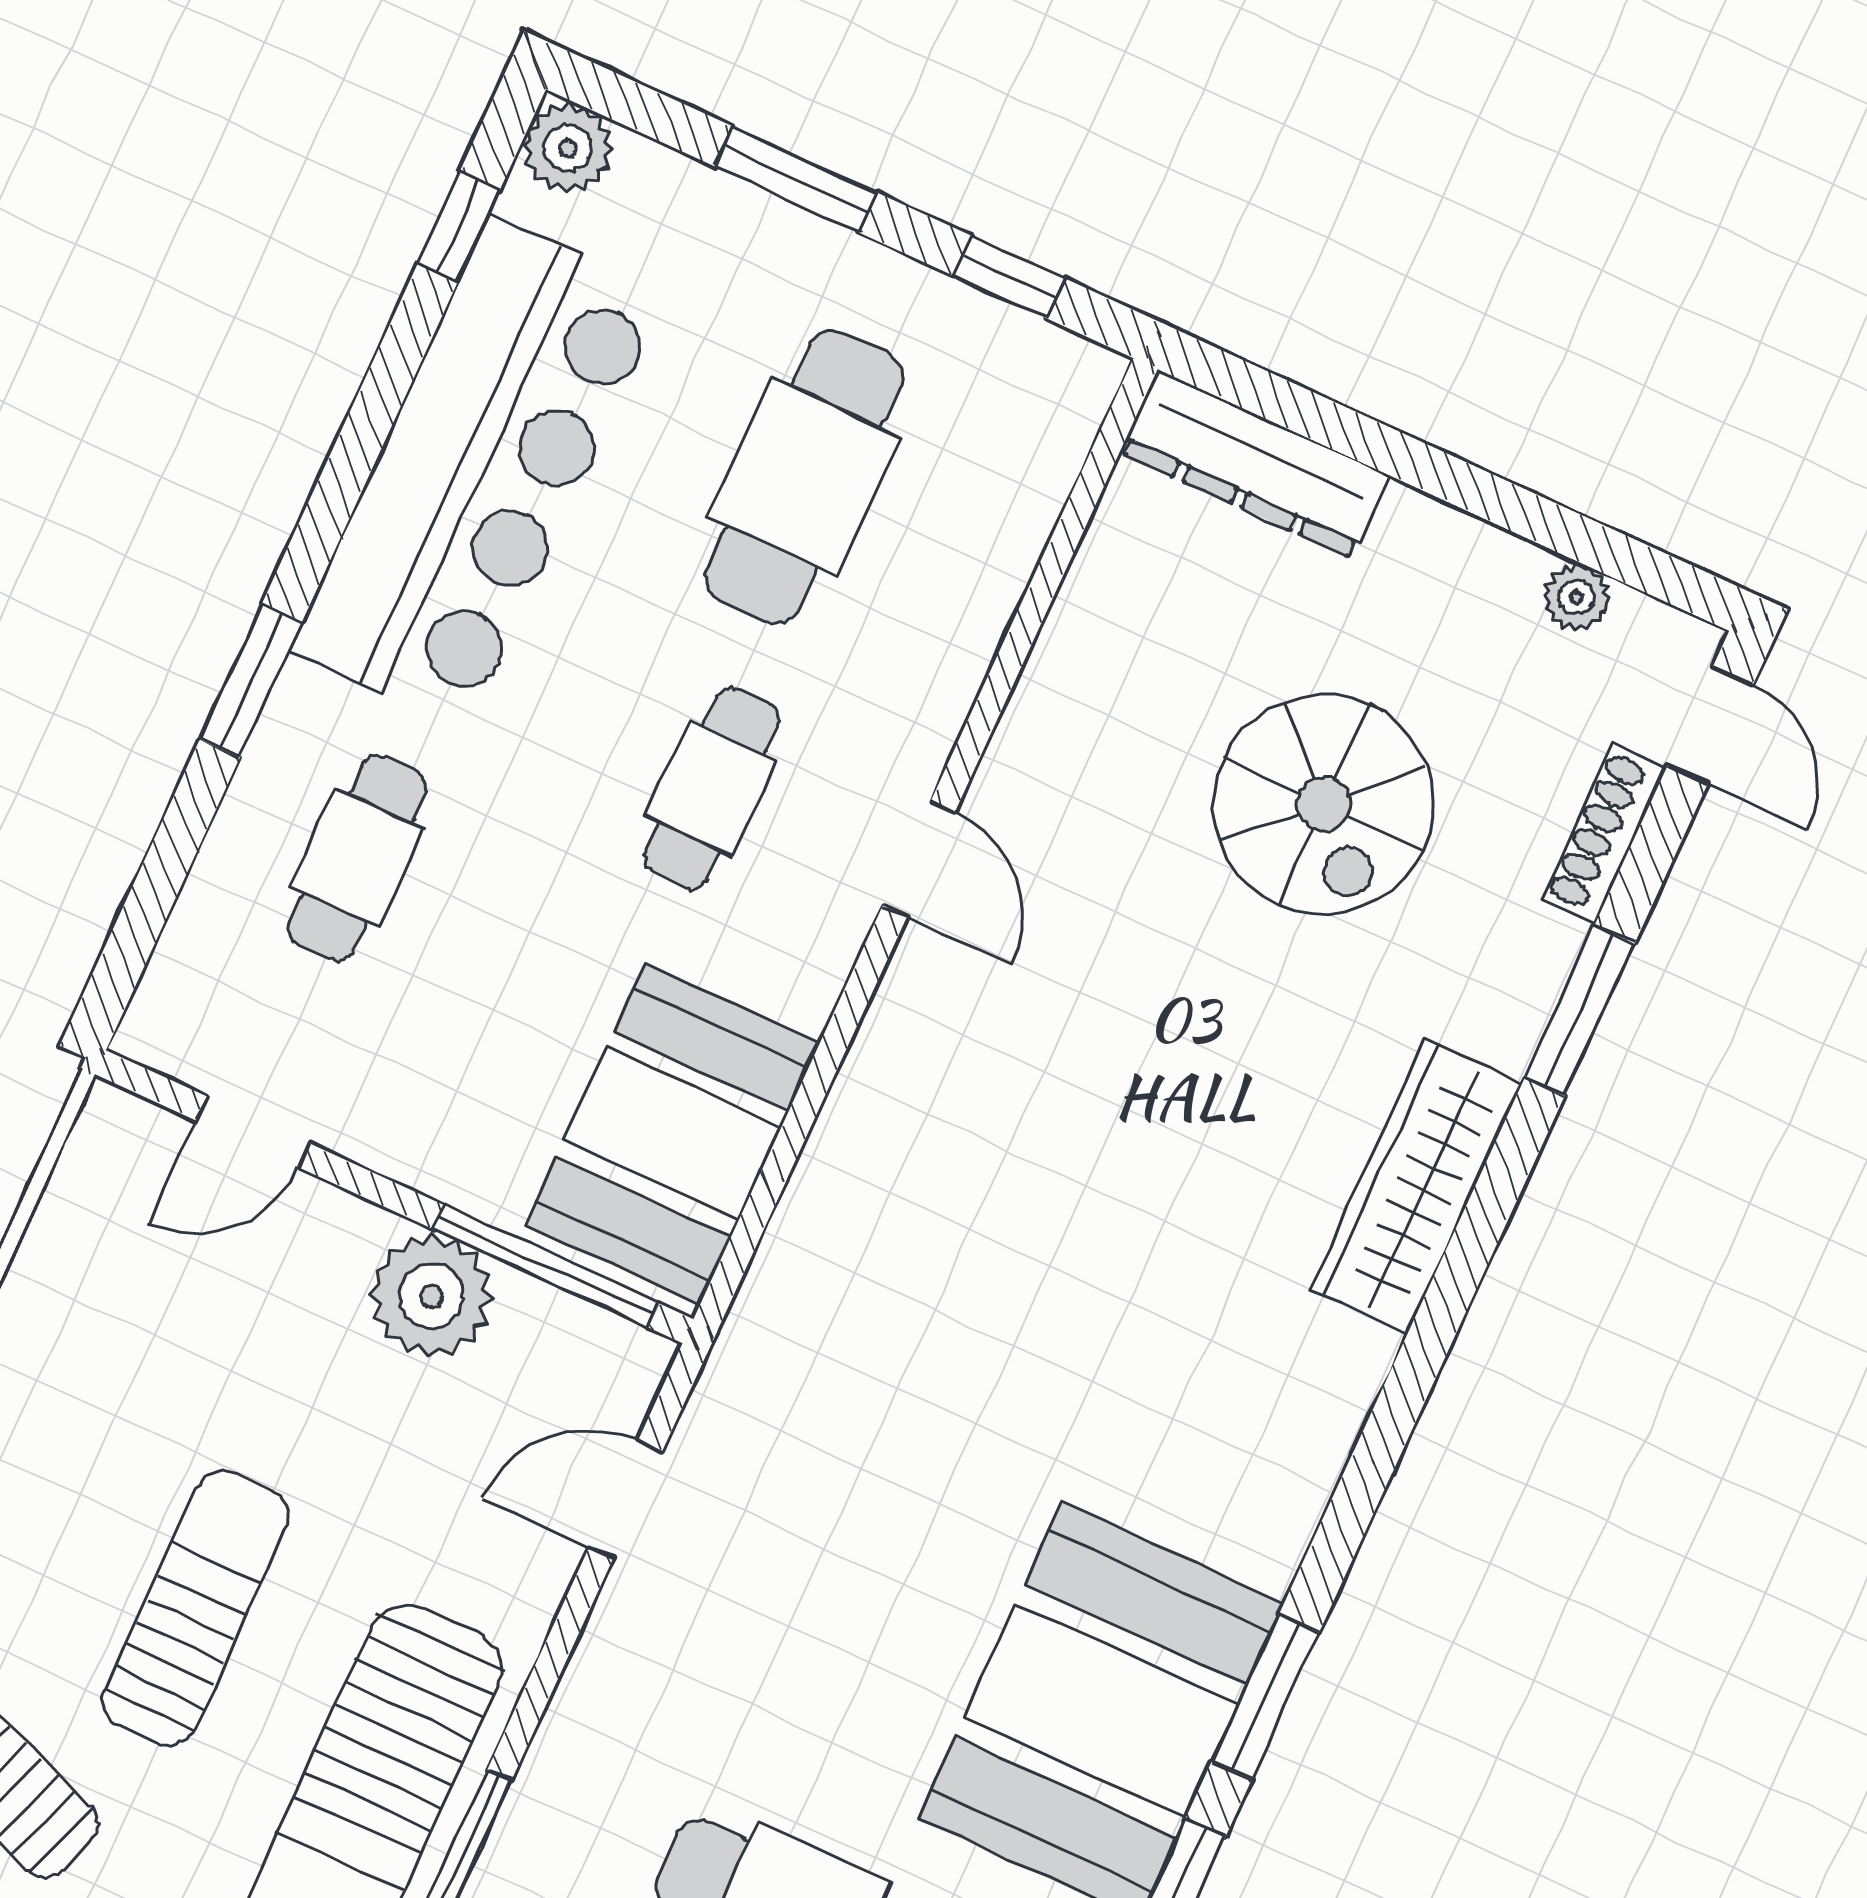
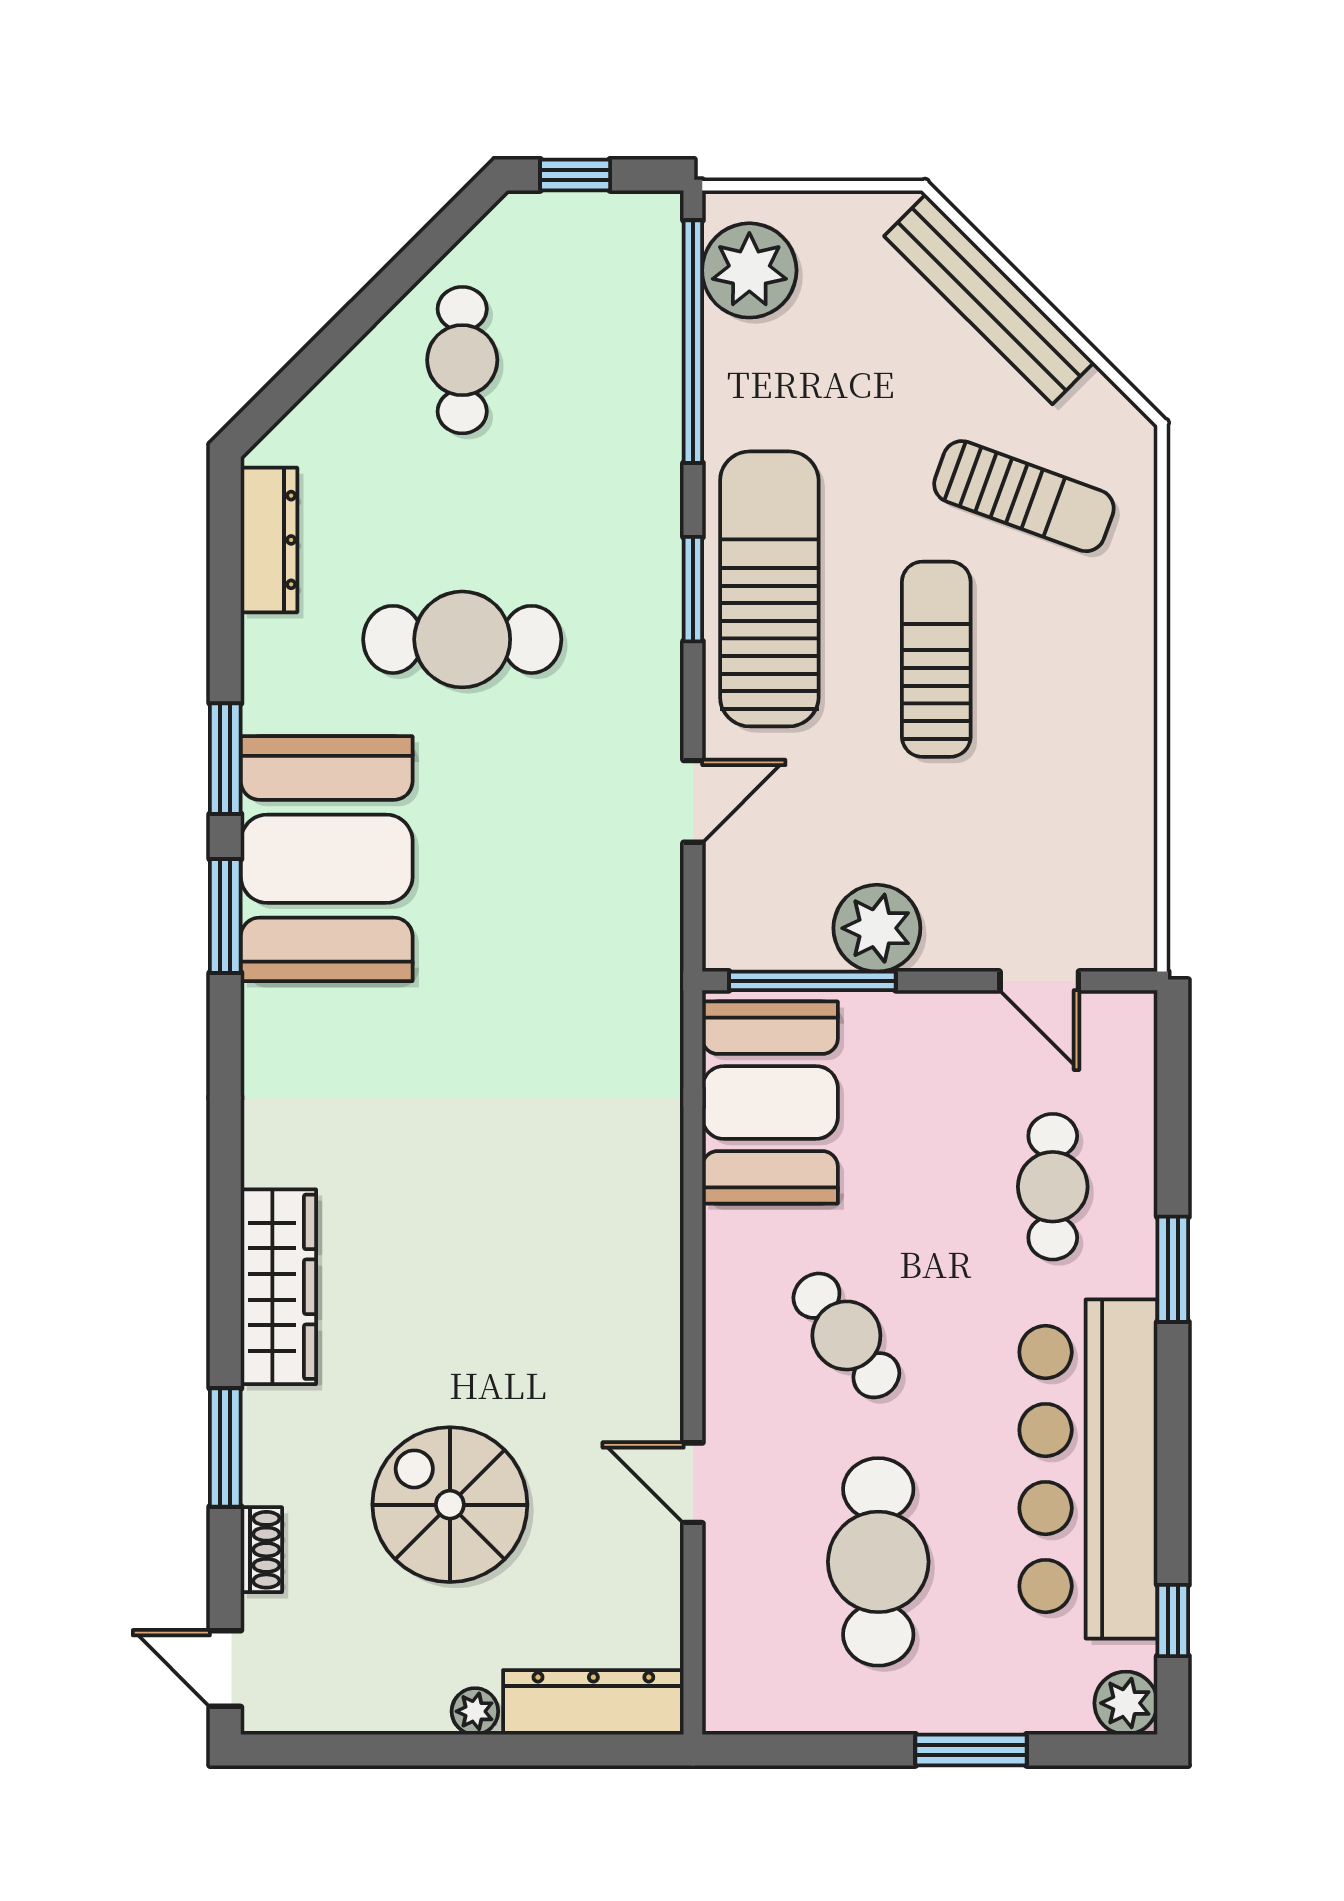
window: (1009, 277) -> (806, 1750), removed
plant: (1577, 597) -> (475, 1711), moved
cafe table: (711, 788) -> (846, 1335), turned -37
shoe rack: (1604, 834) -> (261, 1550), width x0.70
door: (919, 859) -> (693, 1483), moved
door: (253, 1132) -> (1039, 981), swing flipped
door: (626, 1499) -> (693, 801), moved
sun lounger: (196, 1608) -> (936, 659), turned 180

